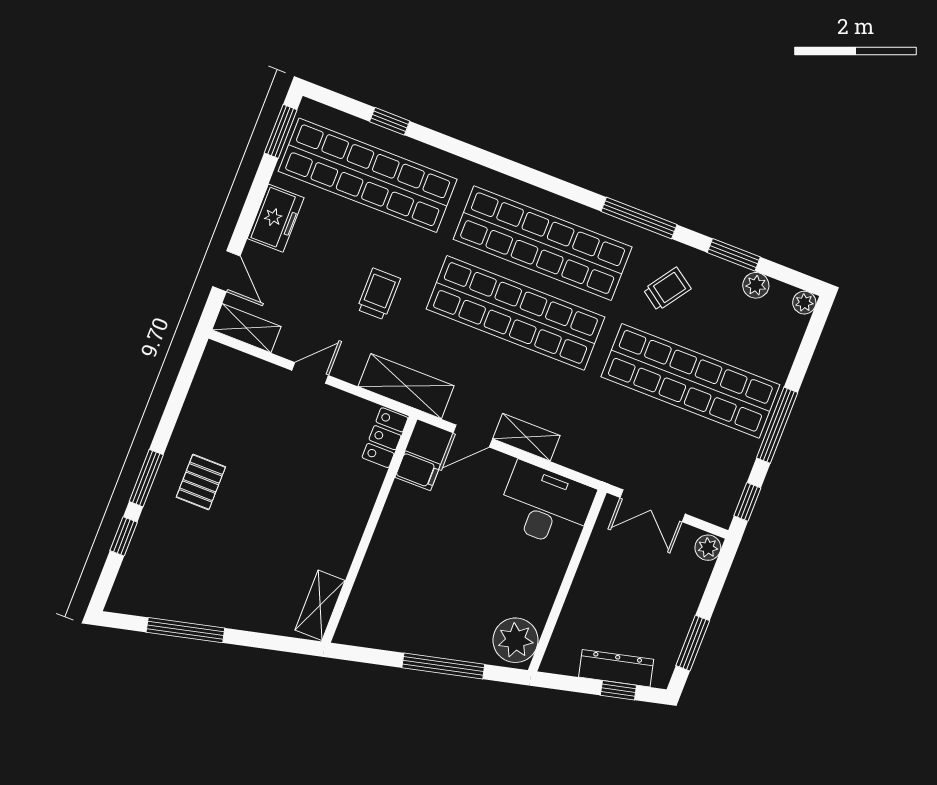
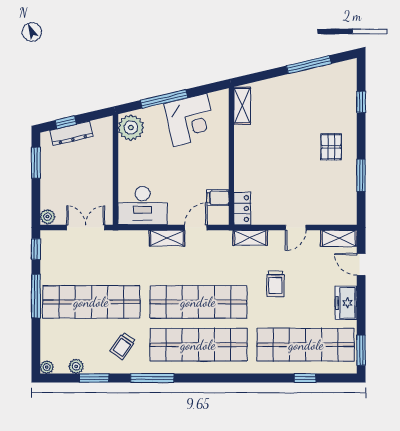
shelving: (406, 386) -> (250, 238), width x0.67, depth x0.75
window: (146, 478) -> (361, 175), moved
corner desk: (414, 615) -> (190, 120), added

